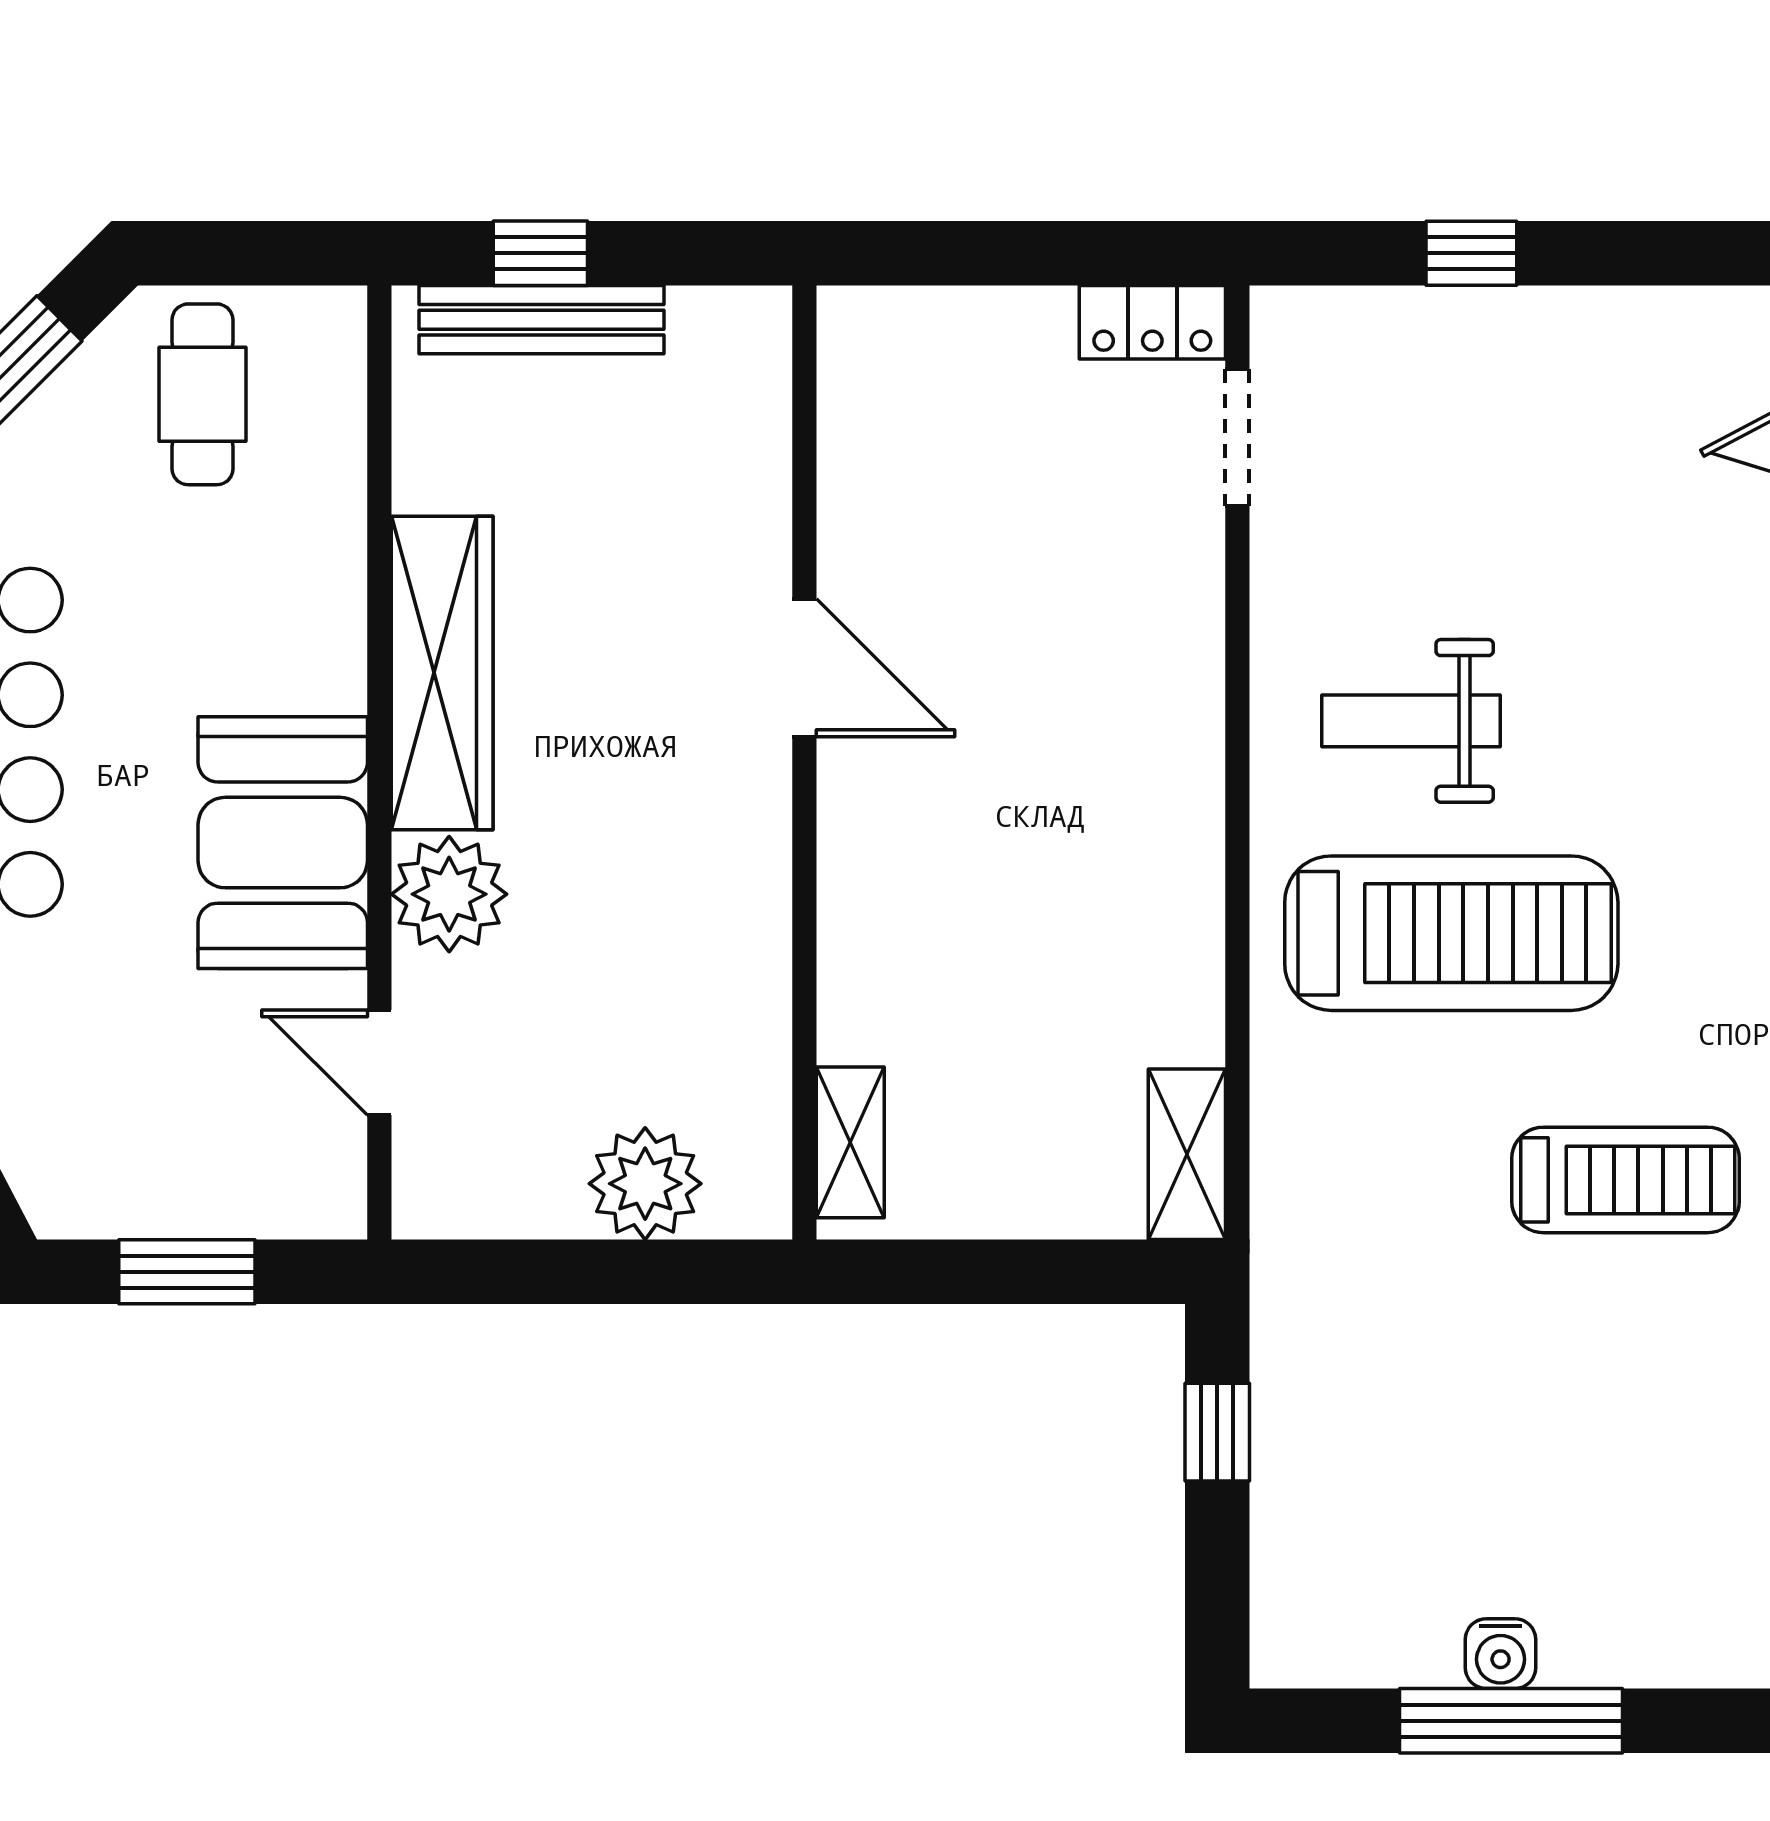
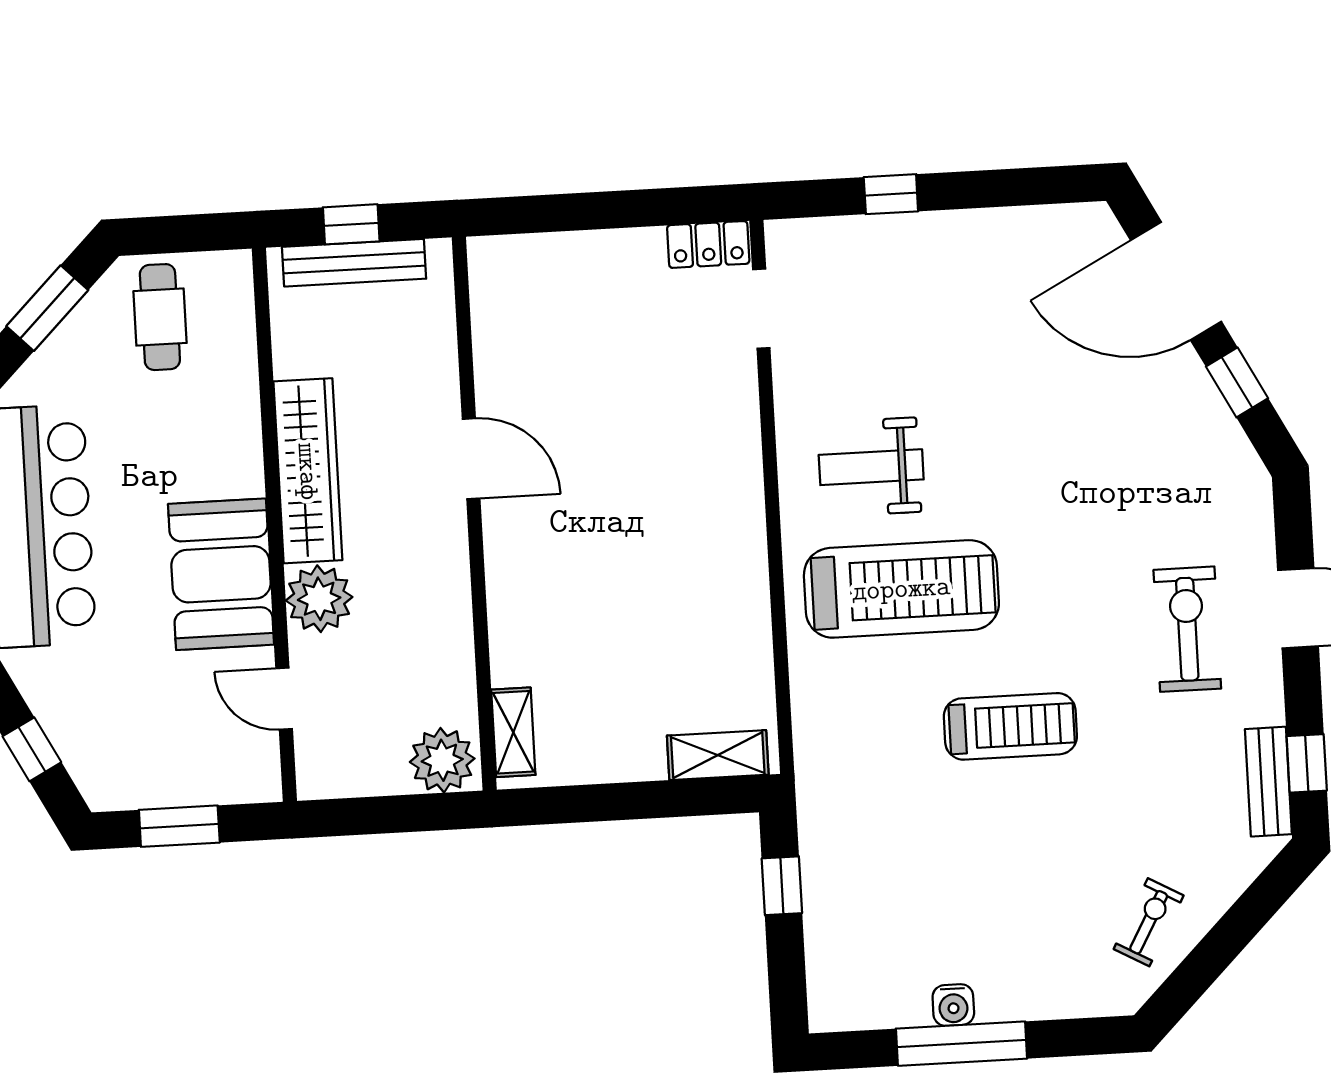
door: (804, 668) -> (471, 459), moved
wall: (804, 763) -> (474, 514), moved
shelving: (850, 1142) -> (513, 732), moved
shelving: (1187, 1154) -> (718, 755), moved, turned 90

